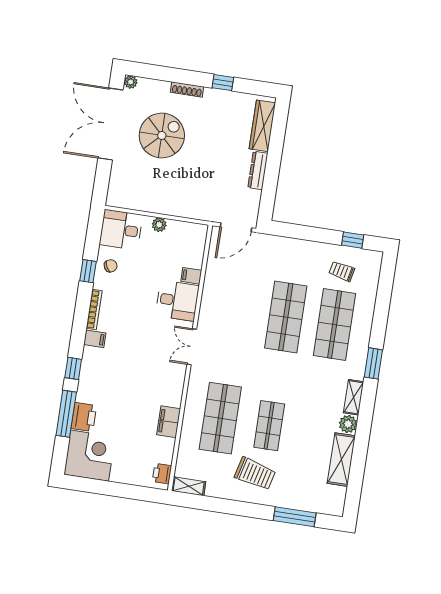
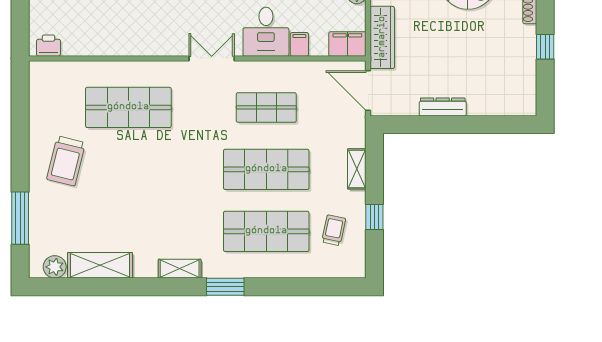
wardrobe: (262, 126) -> (382, 37), moved, turned 90
window: (353, 240) -> (374, 217), moved
filing cabinet: (169, 422) -> (347, 44), moved
plant: (348, 424) -> (55, 267), moved
shop shelf: (269, 426) -> (266, 107), moved
shelving: (189, 486) -> (357, 169), moved

